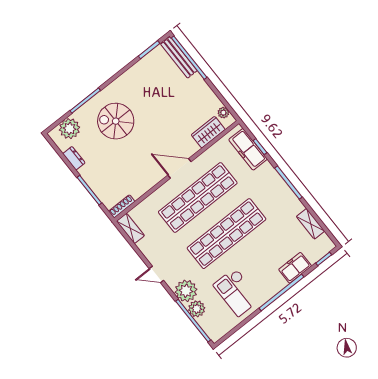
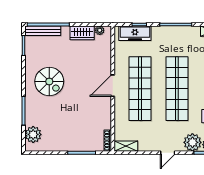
spiral stairs: (116, 121) -> (49, 81), moved, turned -90
wardrobe: (208, 132) -> (82, 33), moved, turned -90
dresser: (74, 158) -> (54, 146), removed

